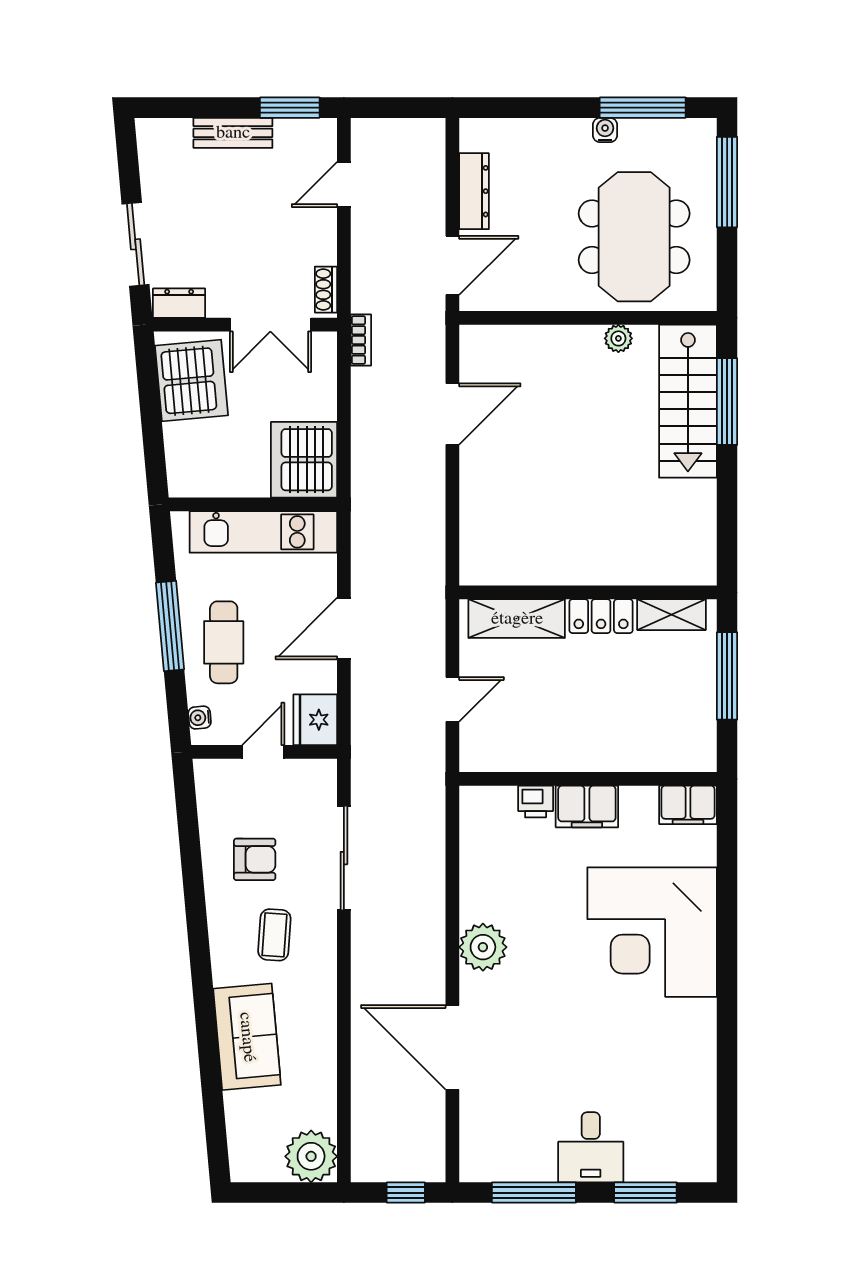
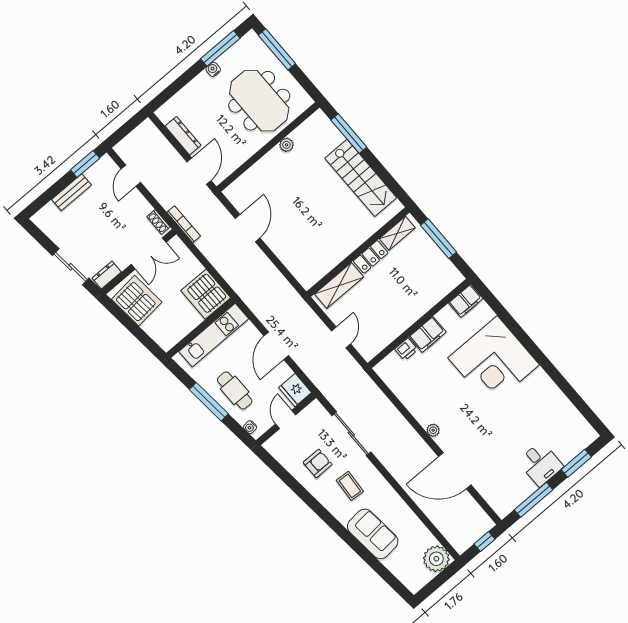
bookcase: (361, 340) -> (184, 224), width x1.56
stairs: (688, 401) -> (361, 178), moved
plant: (483, 947) -> (433, 430), width x0.53, depth x0.53

